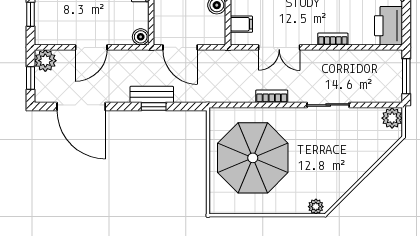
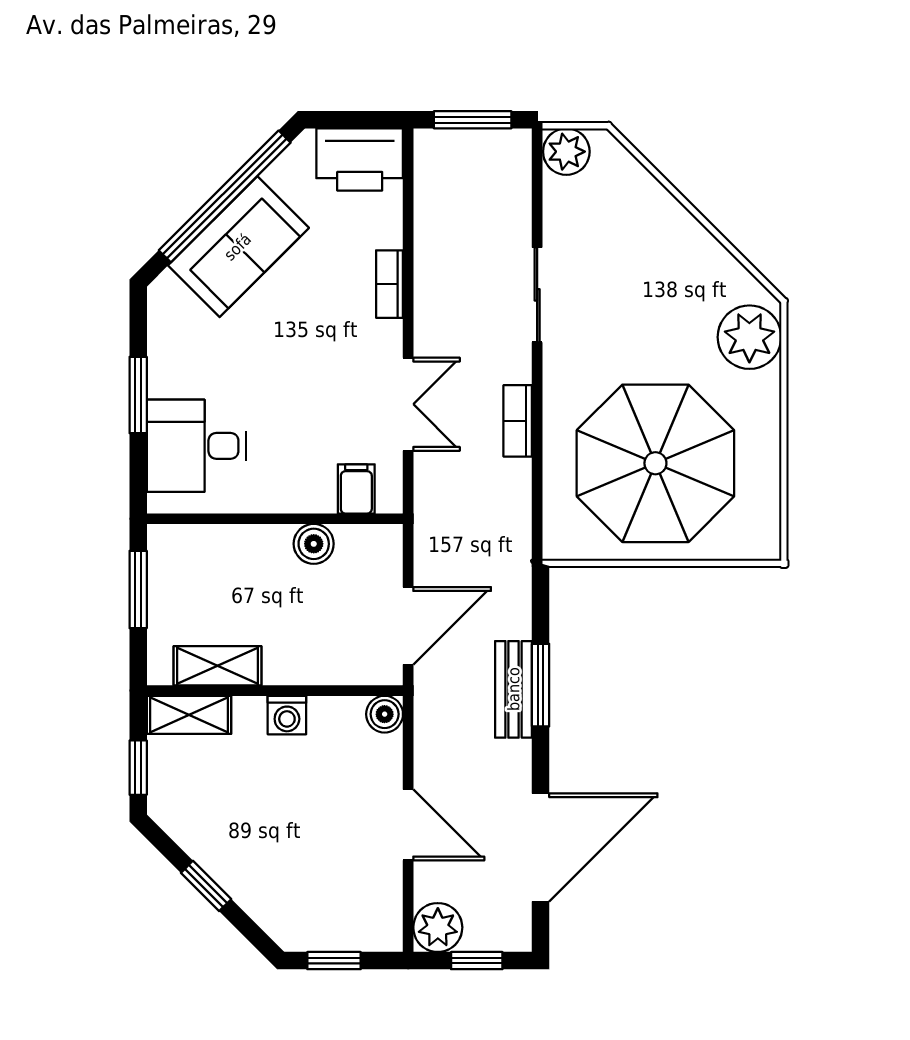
window: (154, 107) -> (541, 685), width x1.50
plant: (316, 207) -> (749, 337), width x1.87, depth x1.87

